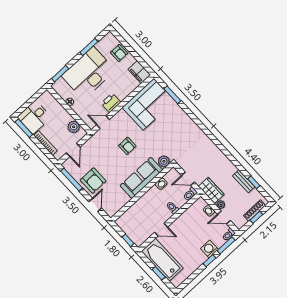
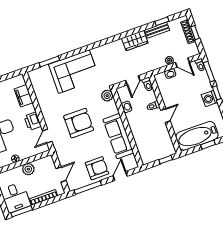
filing cabinet: (139, 72) -> (23, 96), moved, turned 90
corner sofa: (148, 104) -> (74, 72), moved, turned 90
plant: (74, 127) -> (28, 169), moved
armchair: (127, 146) -> (79, 123), width x1.88, depth x1.88
door: (73, 150) -> (61, 174), hinge flipped
sofa: (141, 178) -> (118, 136), moved
wardrobe: (211, 190) -> (135, 41), moved, turned 180
door: (95, 205) -> (120, 176), hinge flipped
door: (224, 217) -> (182, 62), hinge flipped
door: (161, 230) -> (165, 116), moved
washing machine: (209, 249) -> (209, 99), moved

